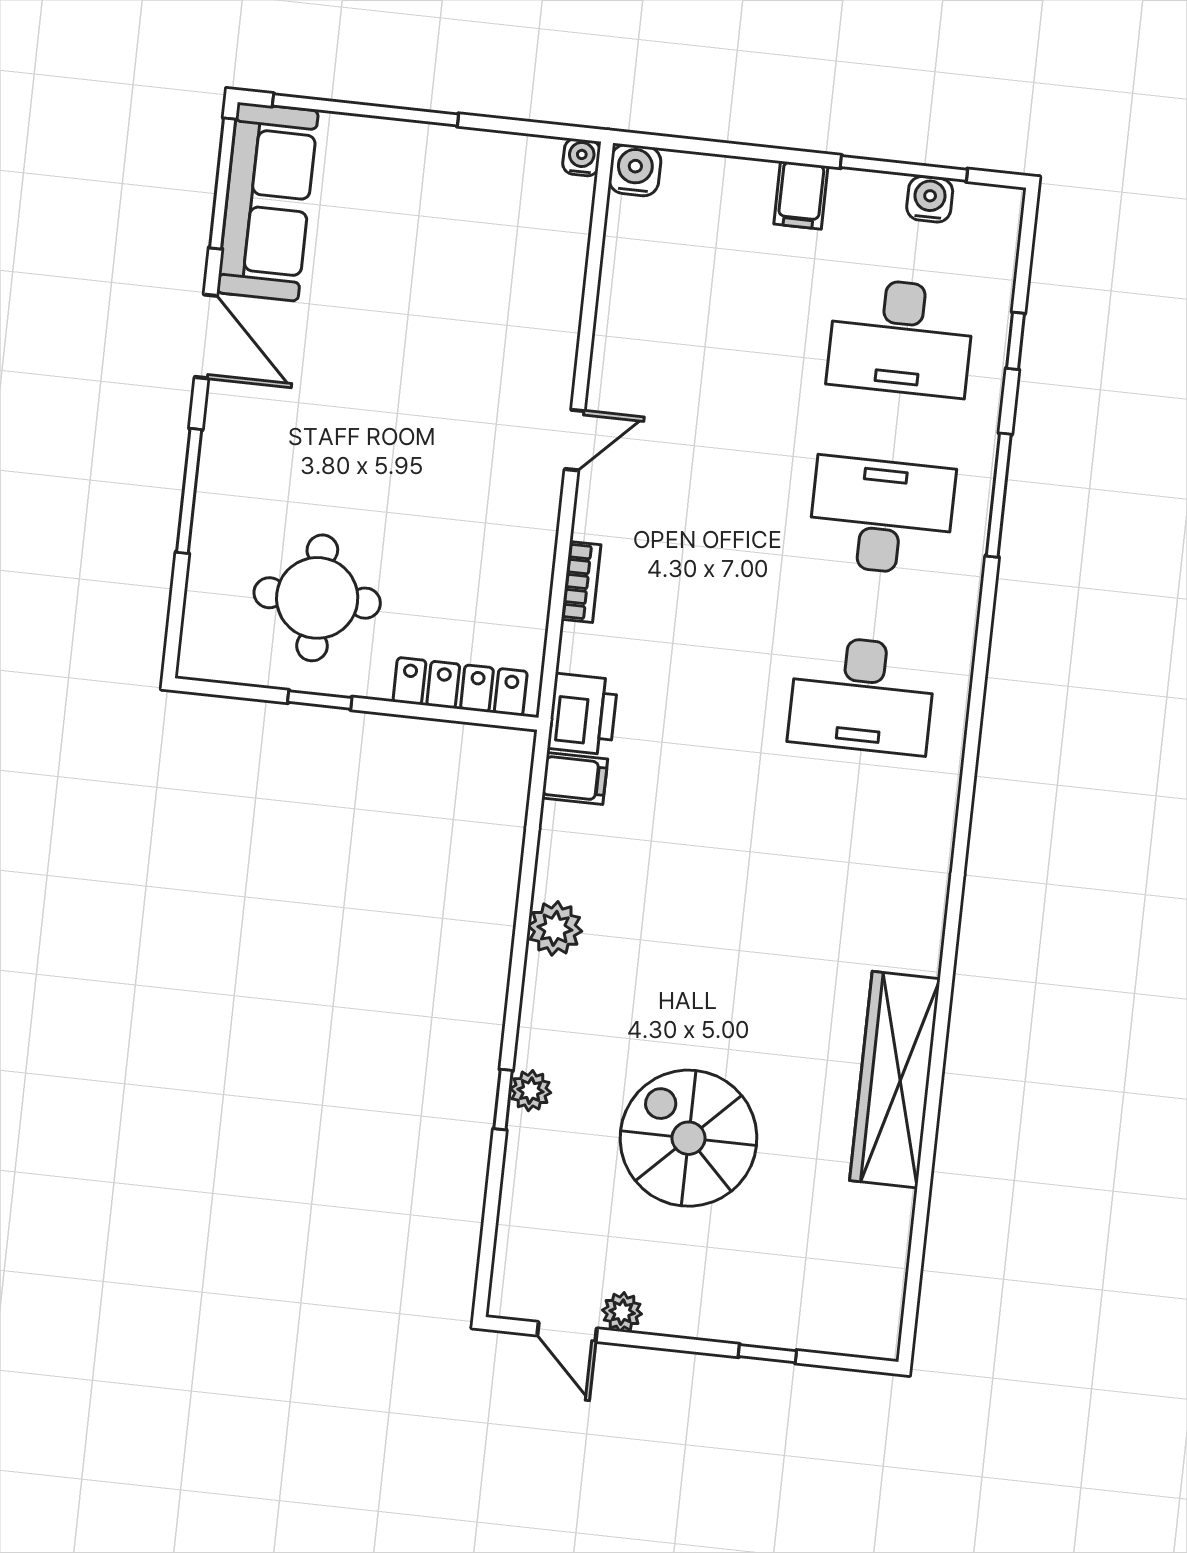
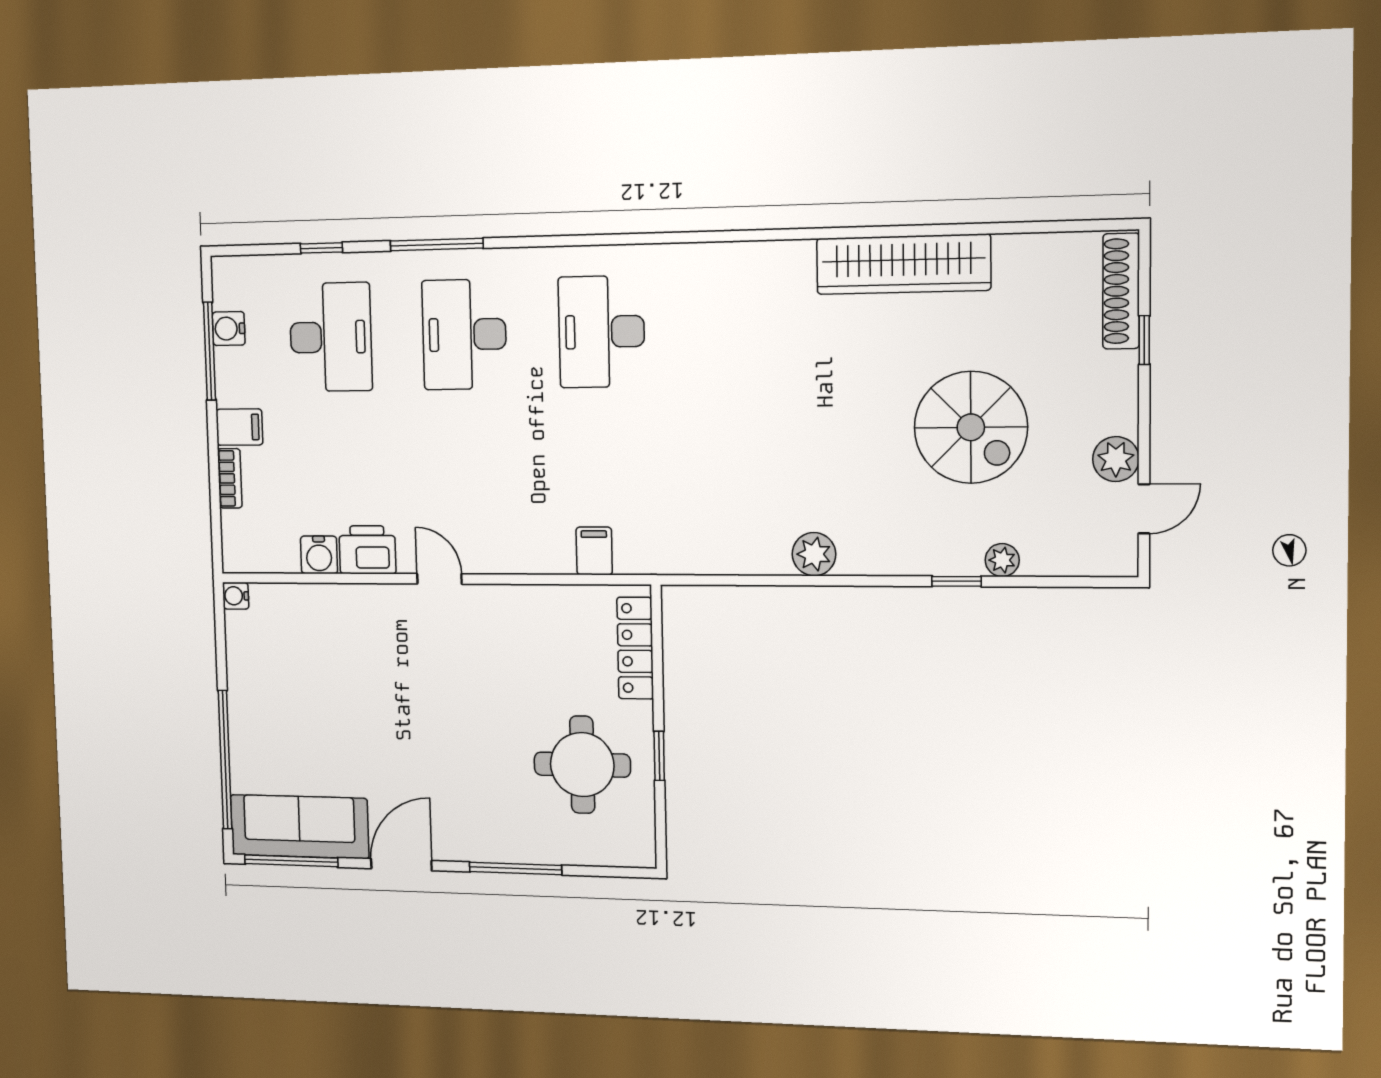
water cooler: (635, 170) -> (319, 555), moved, turned -90
bookcase: (581, 582) -> (230, 478), moved, turned 90
desk: (862, 695) -> (602, 332), turned 180
printer: (583, 714) -> (367, 550), moved
filing cabinet: (575, 779) -> (594, 551), moved
plant: (531, 1091) -> (1002, 560), moved
spiral stairs: (689, 1138) -> (971, 427), turned -90
plant: (622, 1312) -> (1116, 459), width x1.38, depth x1.38
shoe rack: (829, 1333) -> (1121, 291), added

